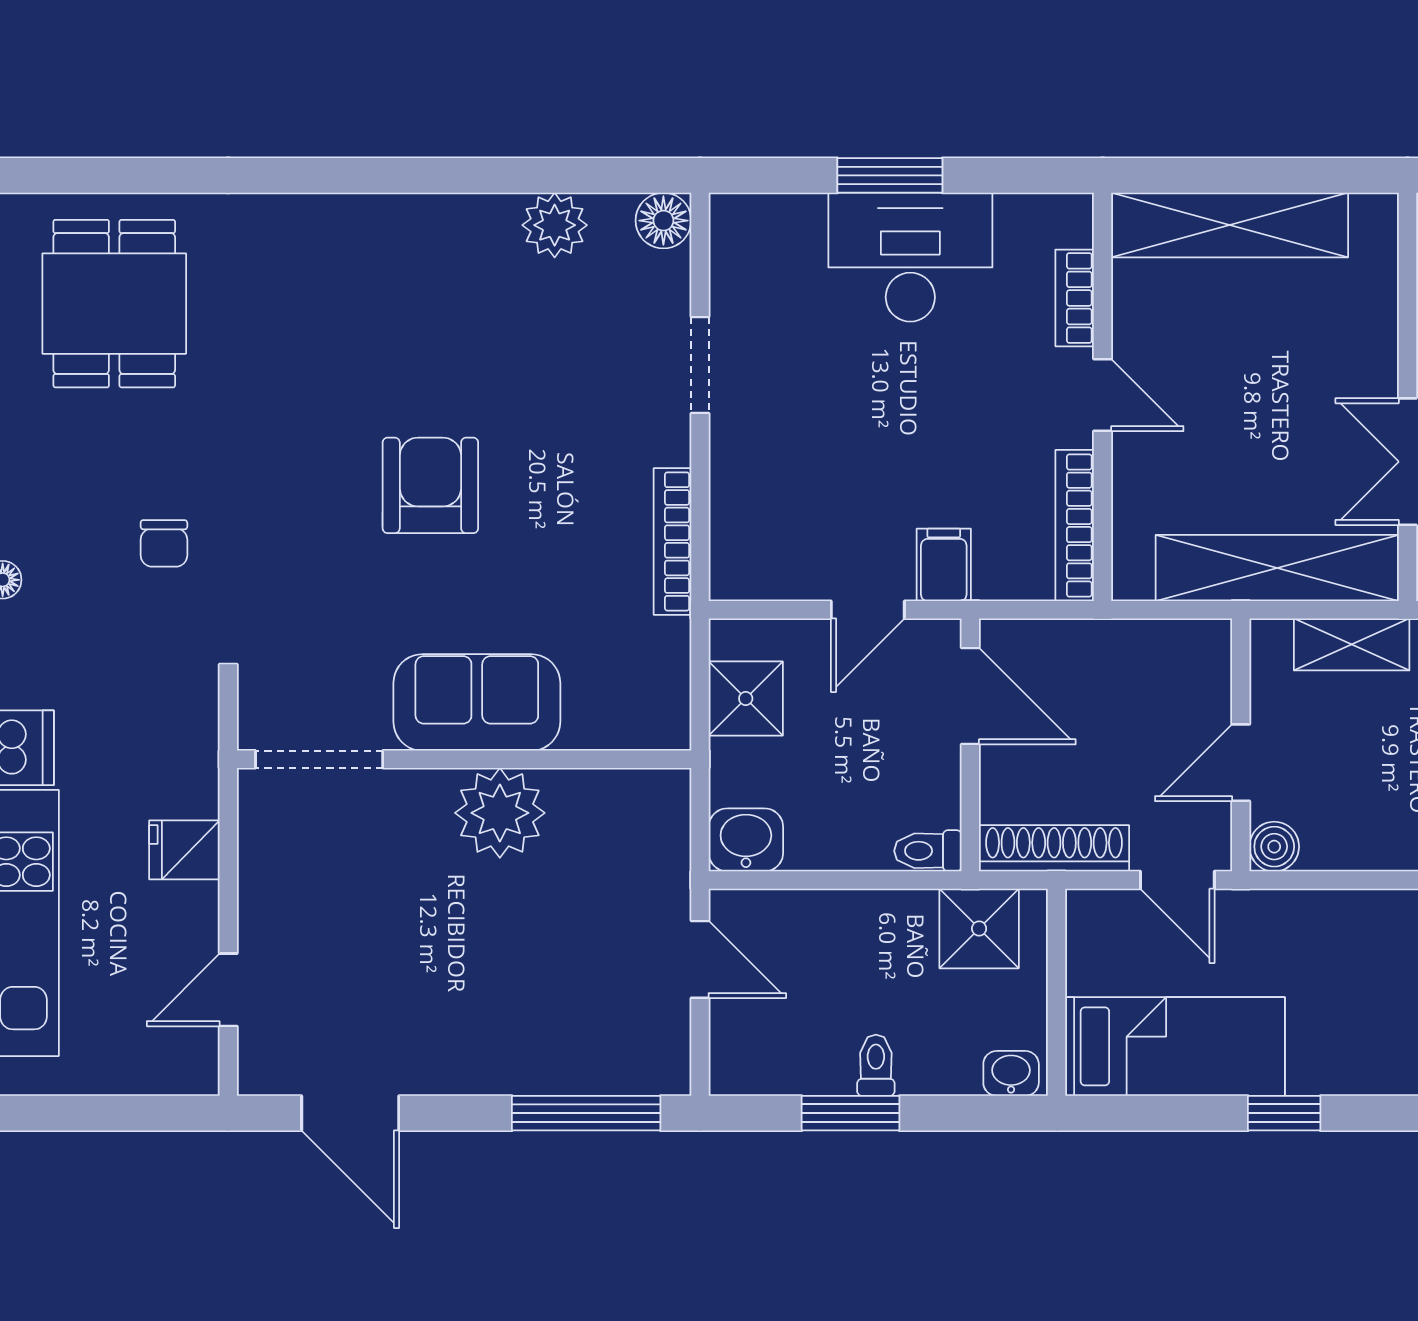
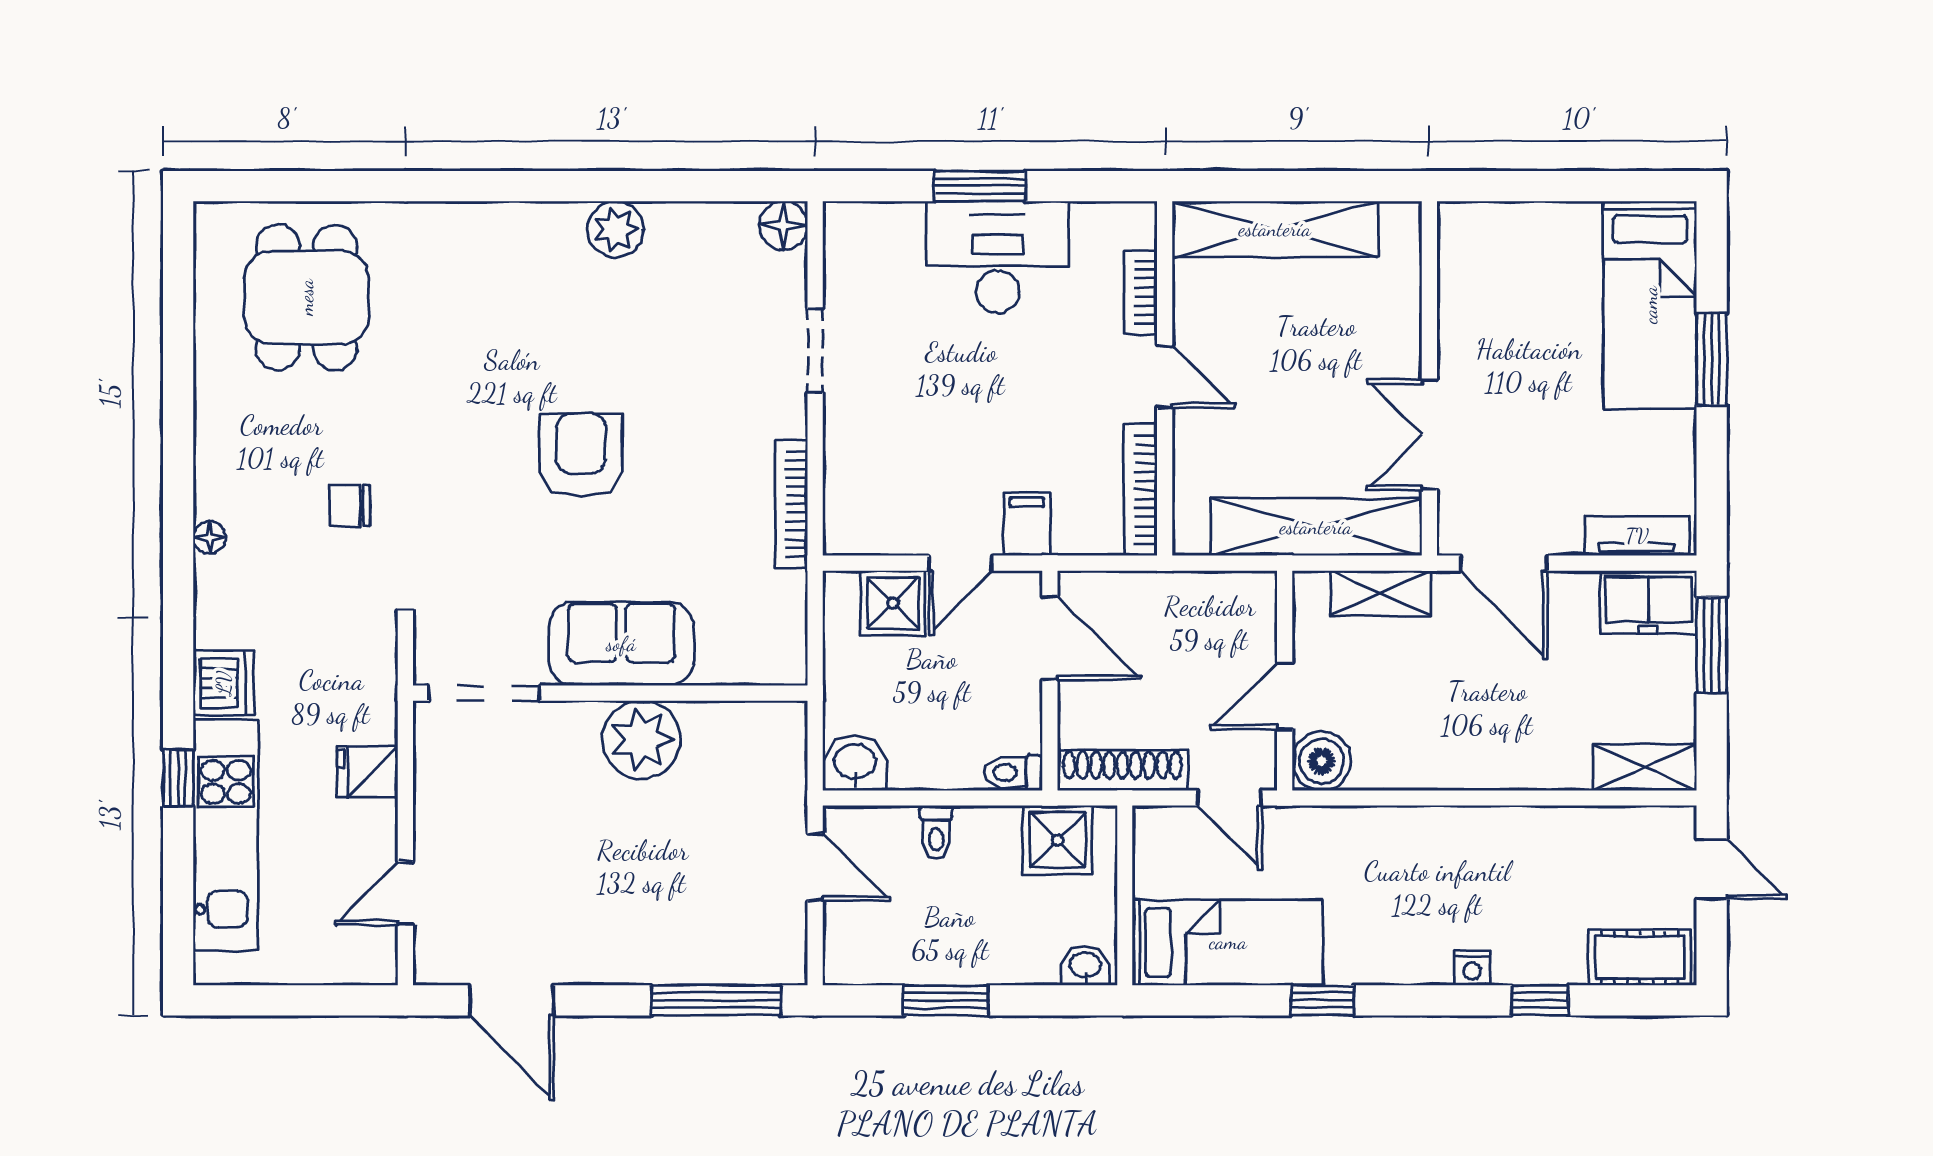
plant: (555, 225) -> (616, 229), moved
chair: (164, 543) -> (350, 506), turned 90
shower: (746, 699) -> (893, 603), moved
boiler: (1274, 847) -> (1322, 761), width x1.36, depth x1.36
toilet: (876, 1065) -> (936, 832), moved, turned 180

